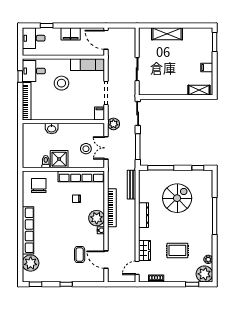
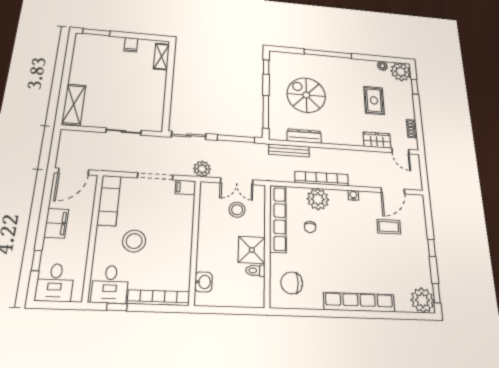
shelving: (167, 34) -> (74, 104), moved
washbasin: (52, 128) -> (203, 282), moved
dresser: (144, 215) -> (304, 136), moved
plant: (97, 218) -> (318, 199), moved
plant: (31, 263) -> (422, 300), moved

